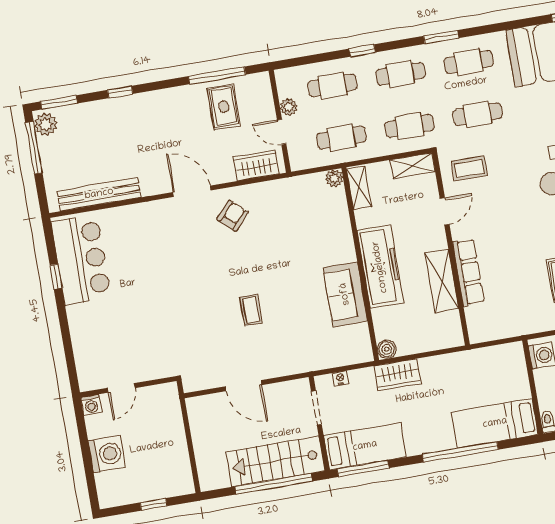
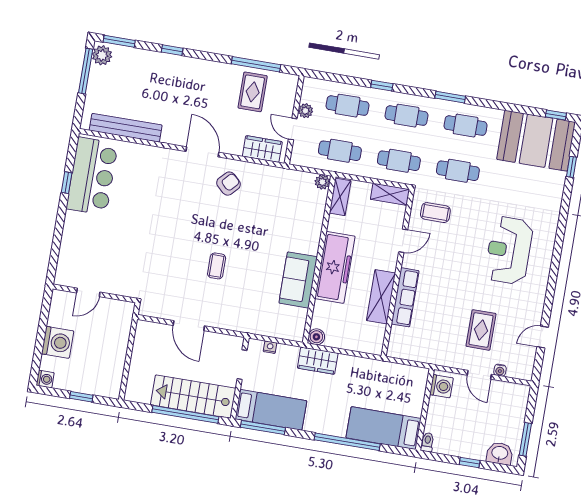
washing machine: (91, 405) -> (45, 379), moved, turned -90

